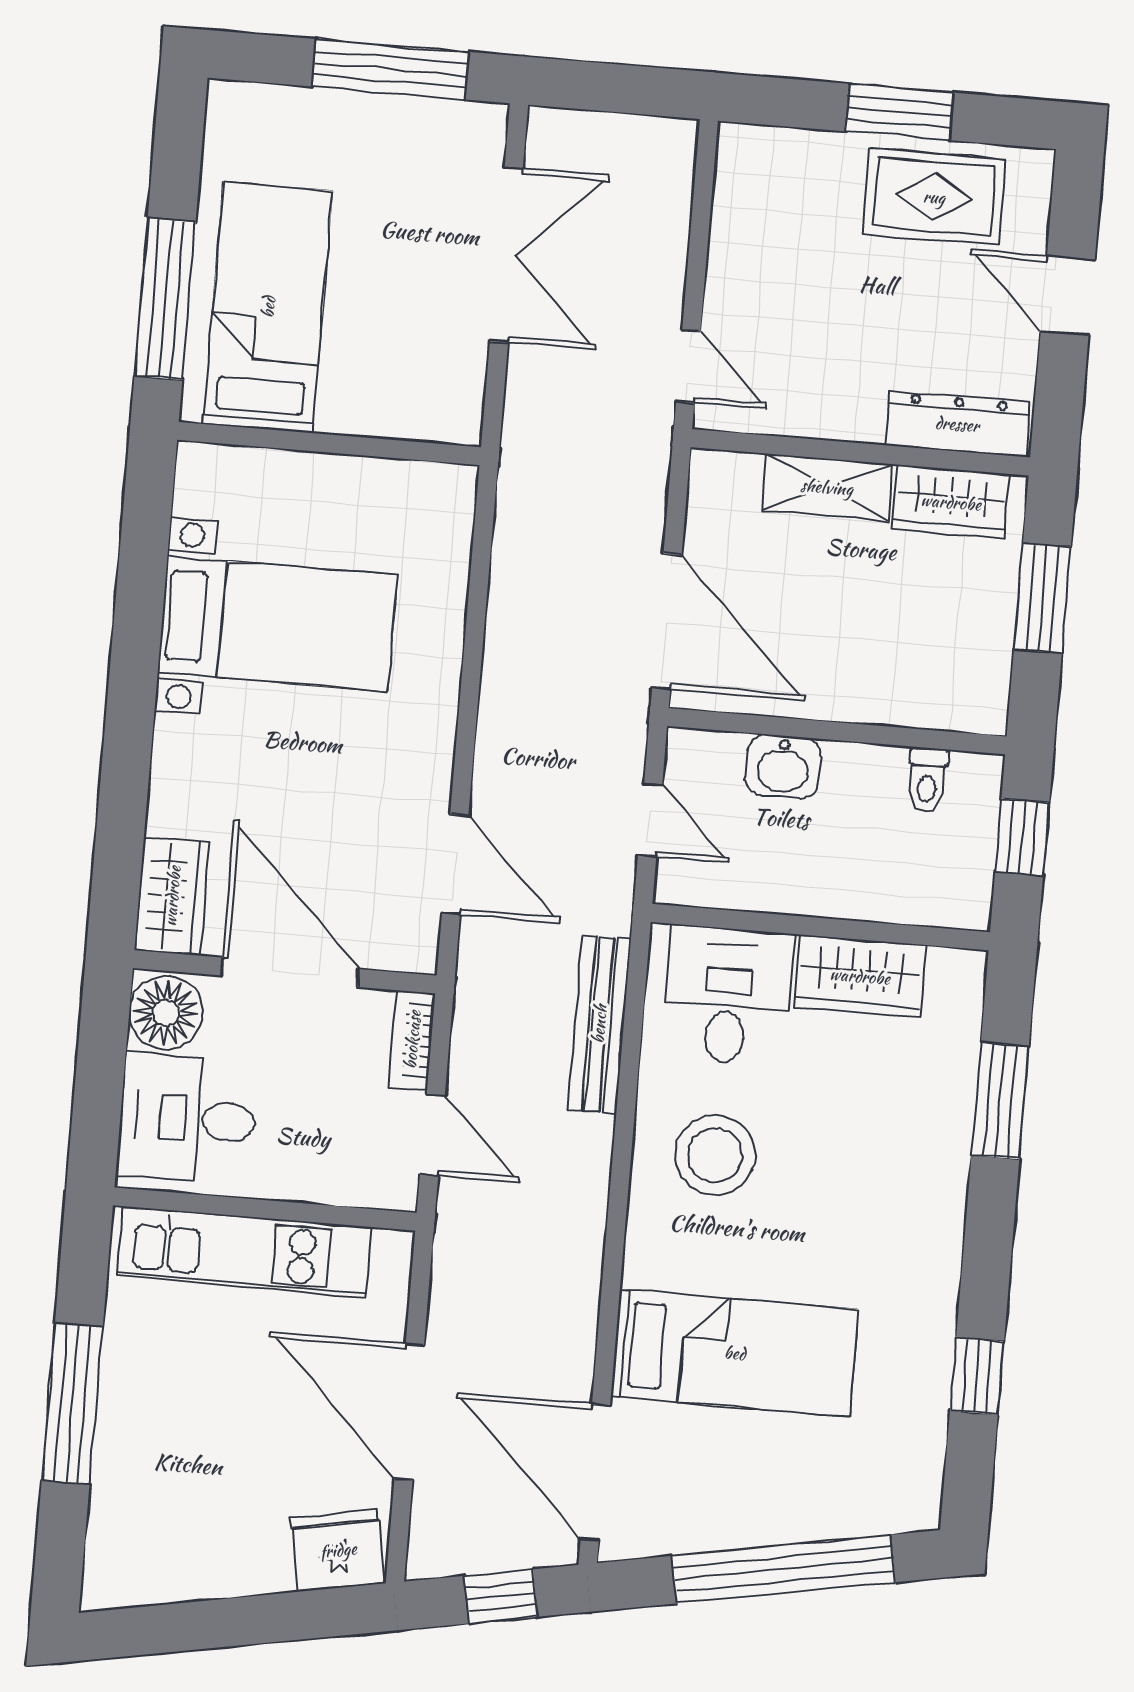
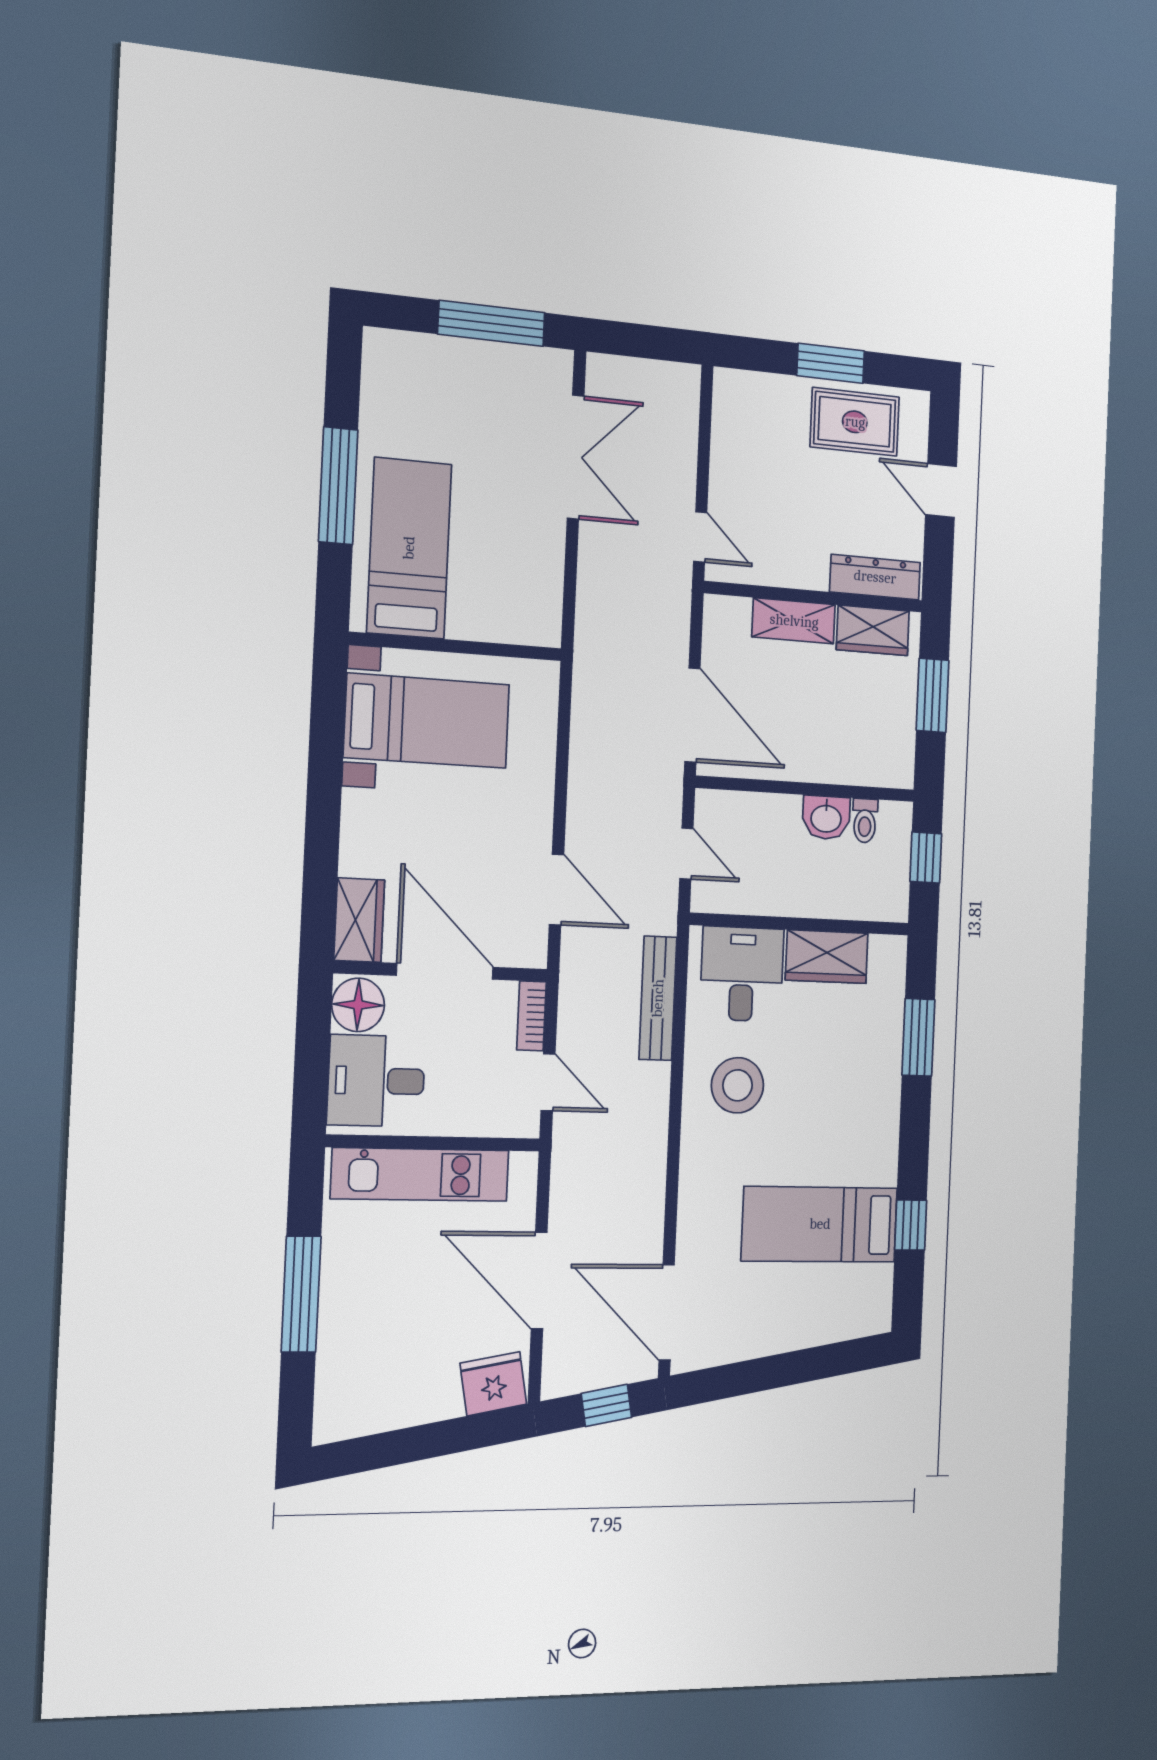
bed: (268, 307) -> (409, 548), moved
wall: (329, 444) -> (456, 646), moved
washbasin: (783, 767) -> (826, 818), moved
bed: (735, 1353) -> (820, 1224), moved, turned 180
window: (784, 1569) -> (792, 1368), removed

